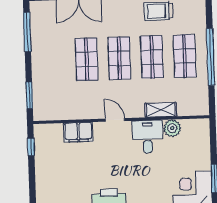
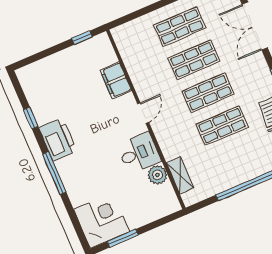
shop shelf: (185, 56) -> (180, 27), moved
window: (29, 95) -> (134, 15), removed
shelving: (161, 110) -> (180, 175), moved

